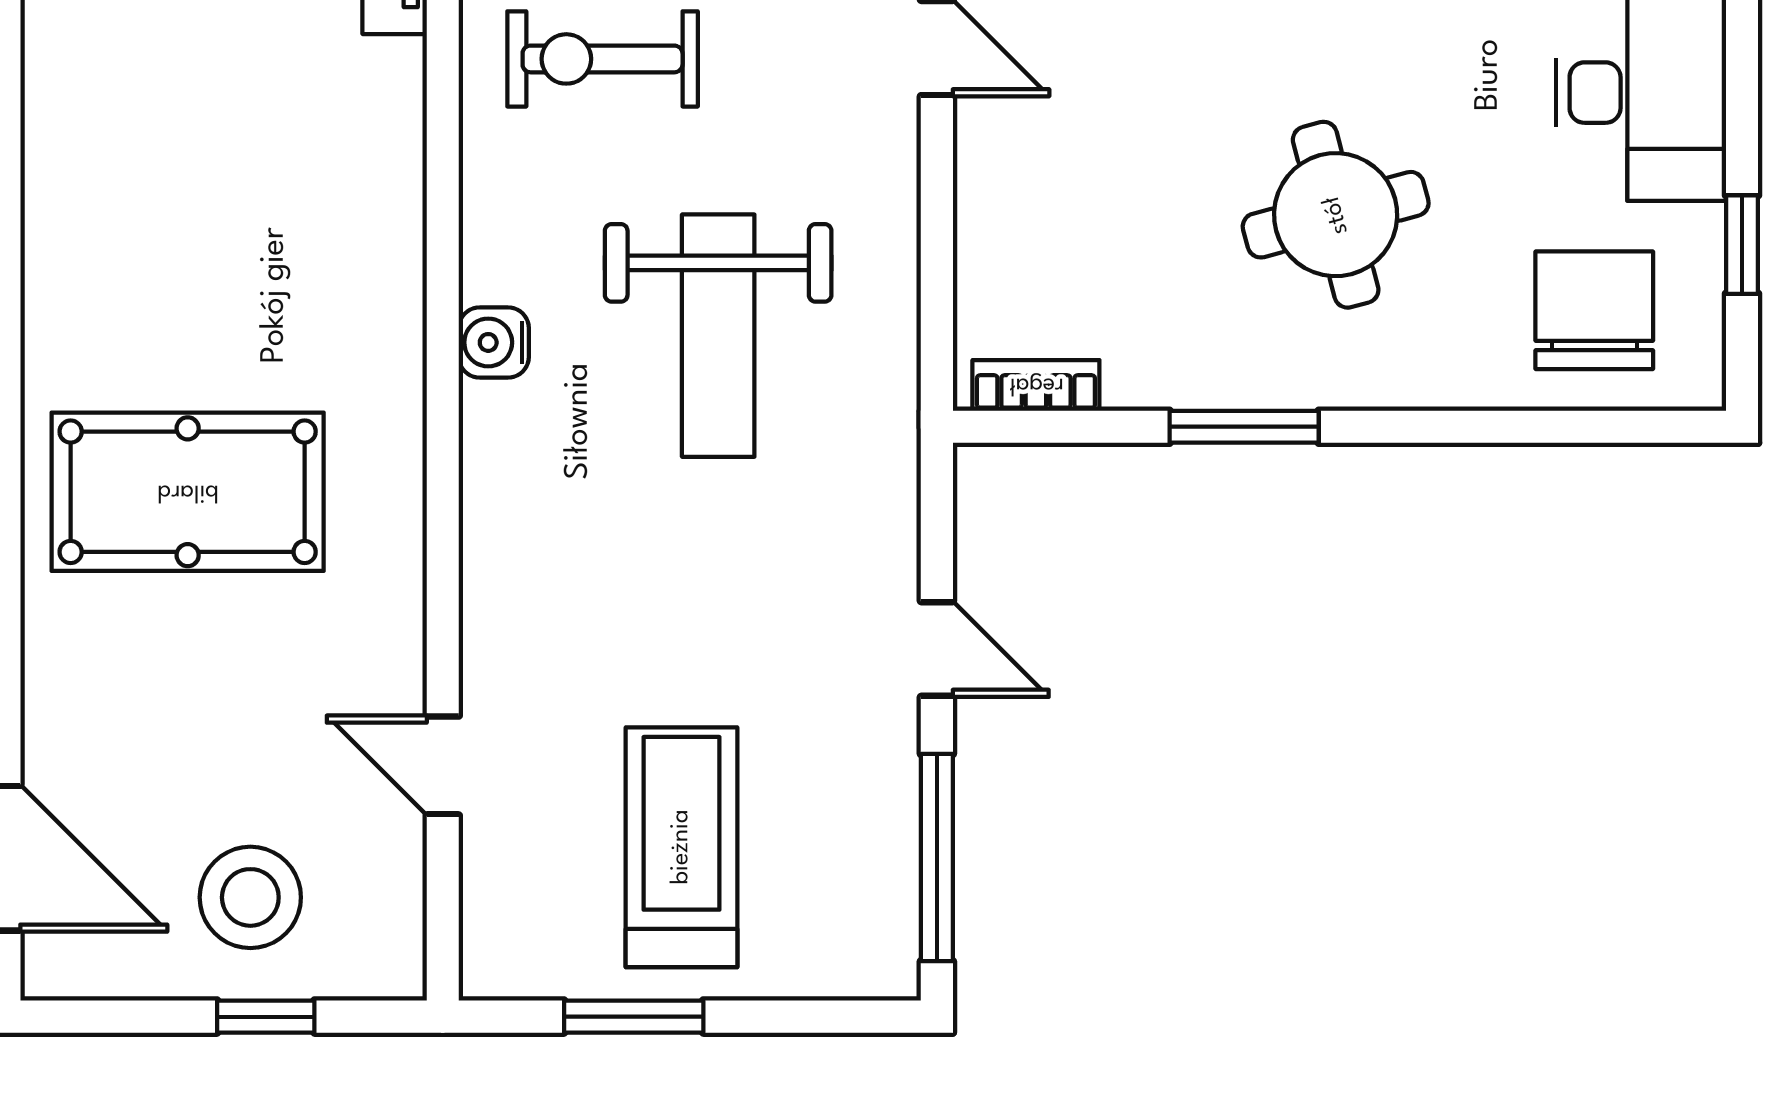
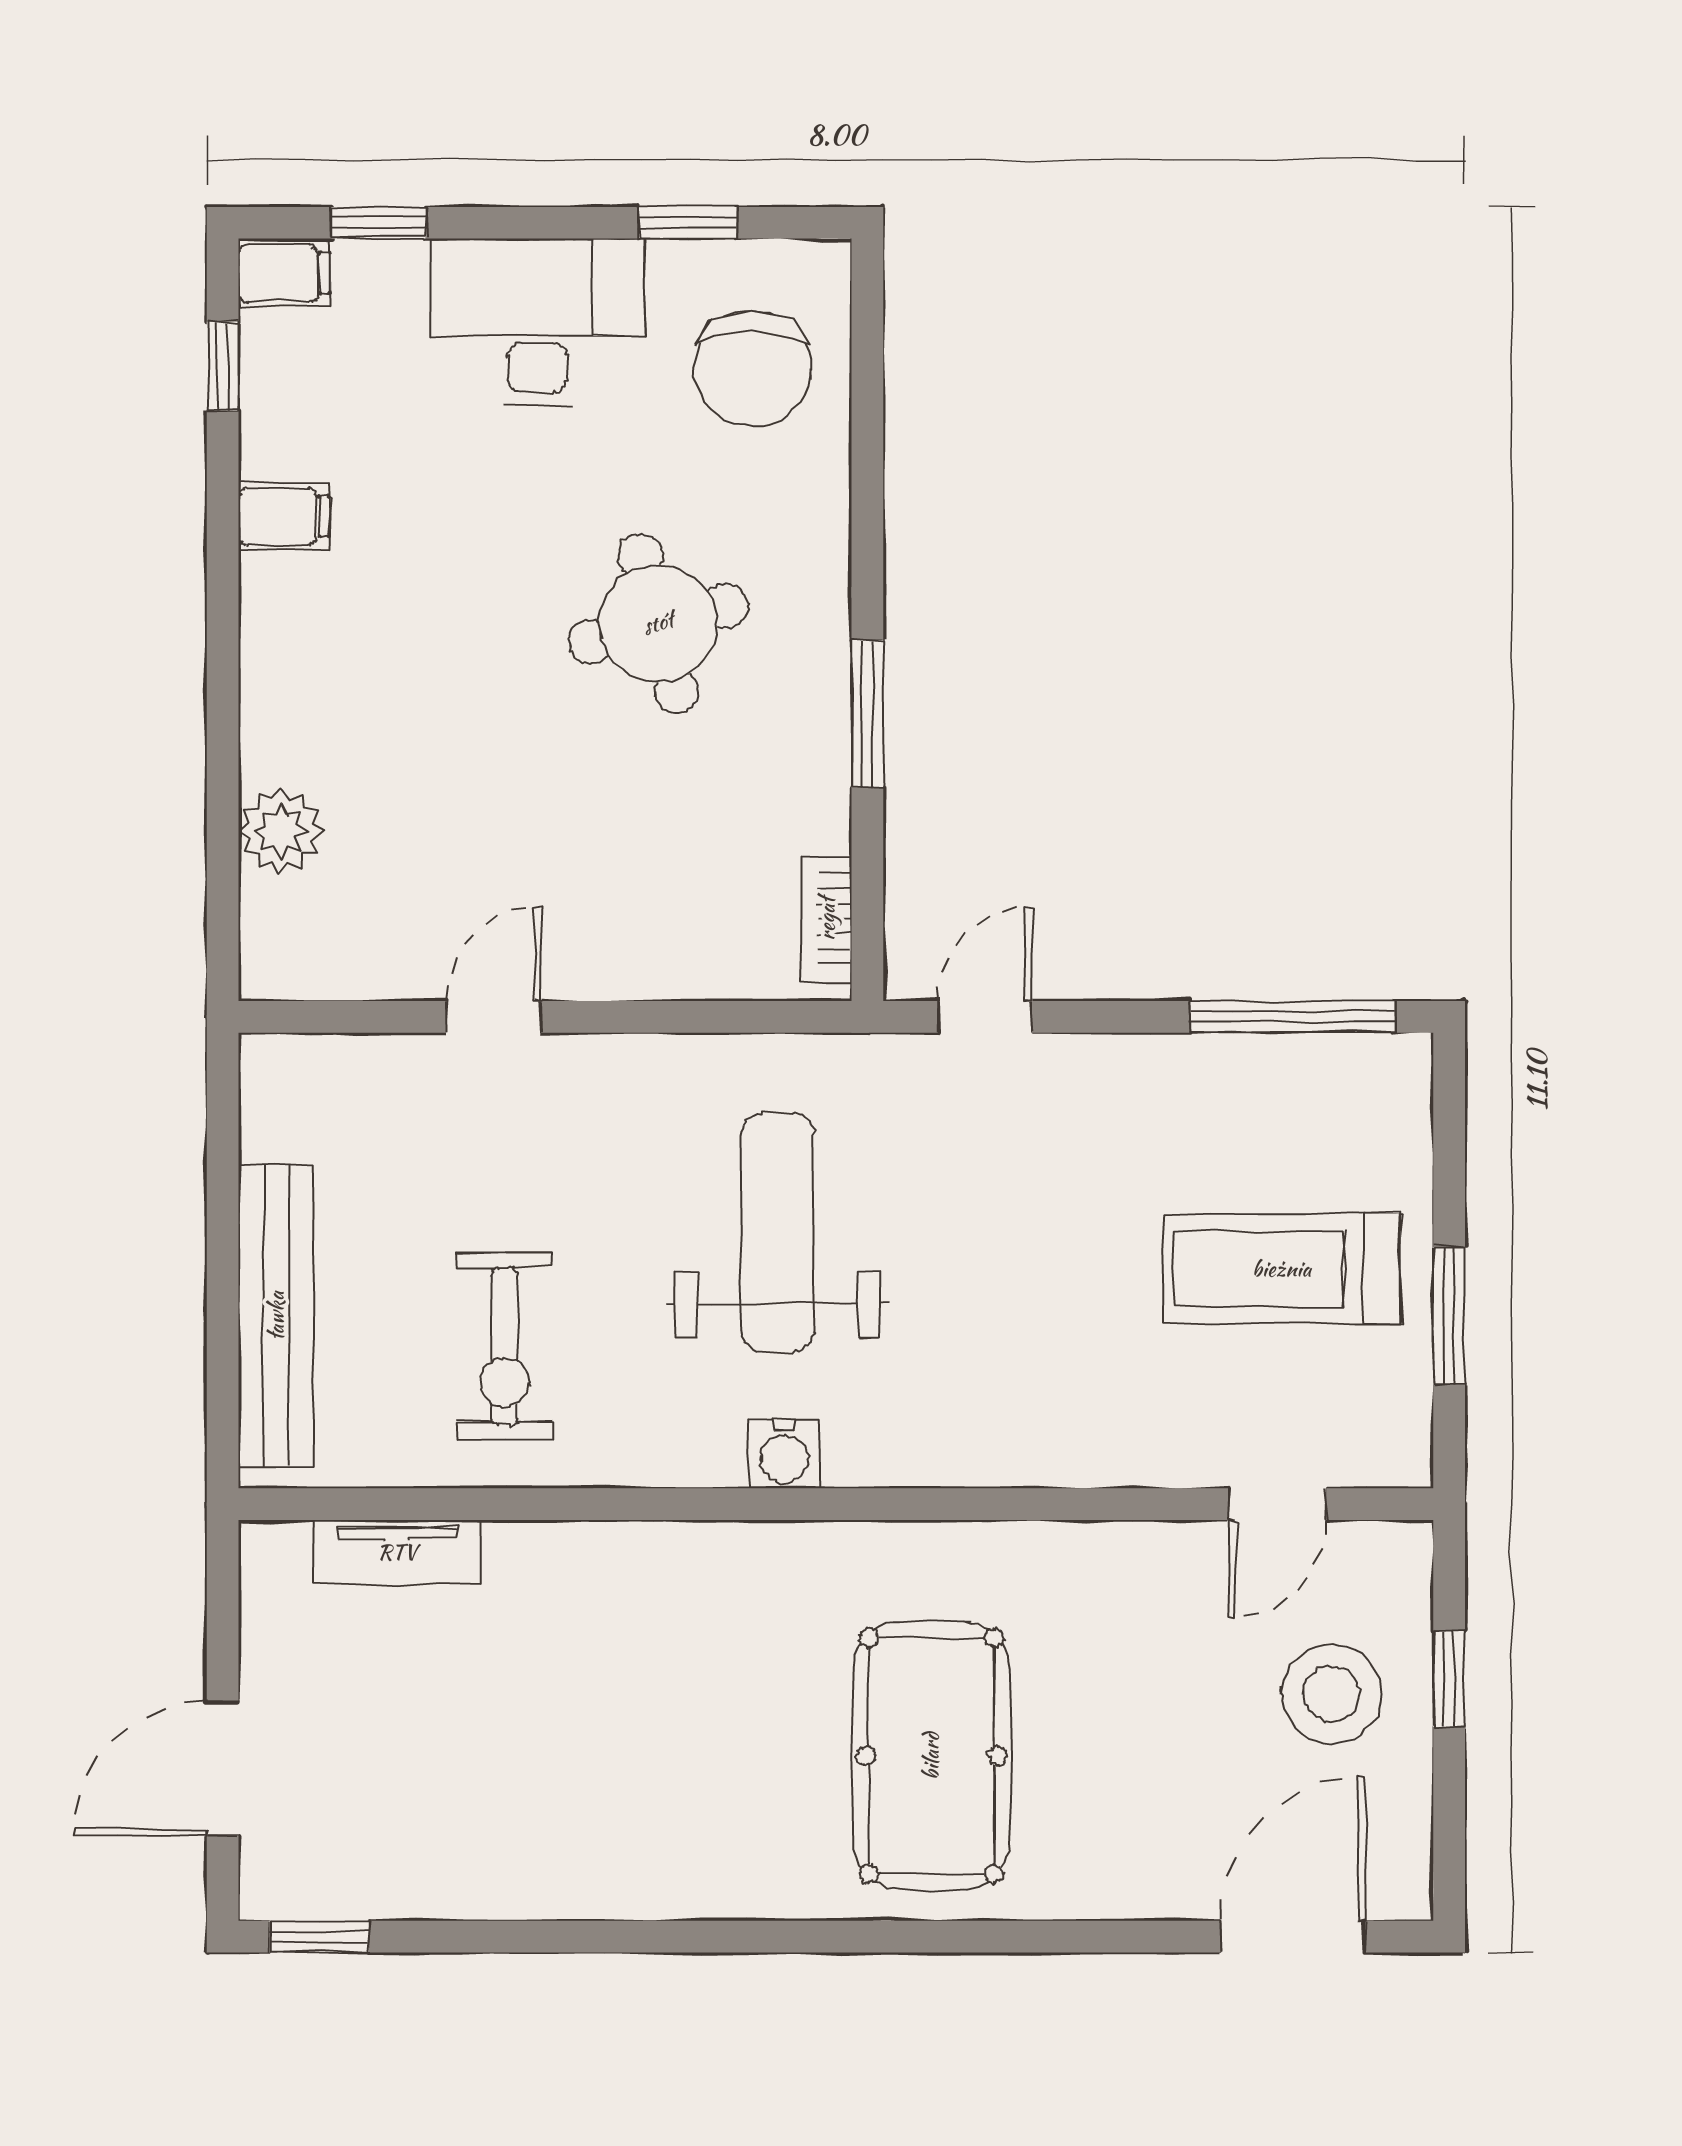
chair: (1594, 310) -> (752, 368), turned -90
weight bench: (718, 336) -> (777, 1233), turned -90
door: (937, 649) -> (985, 1017), moved
door: (443, 765) -> (1277, 1504), moved

